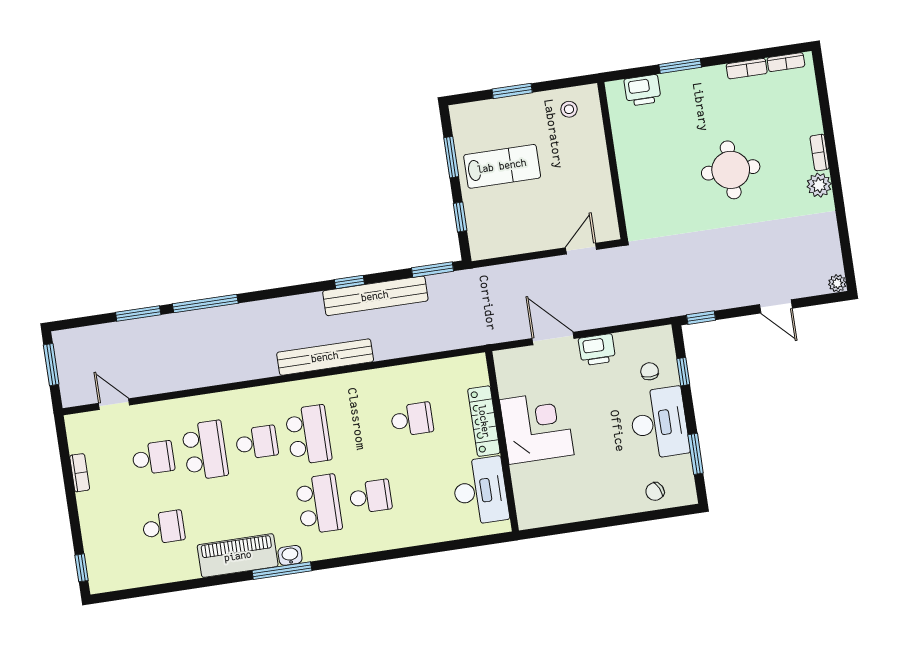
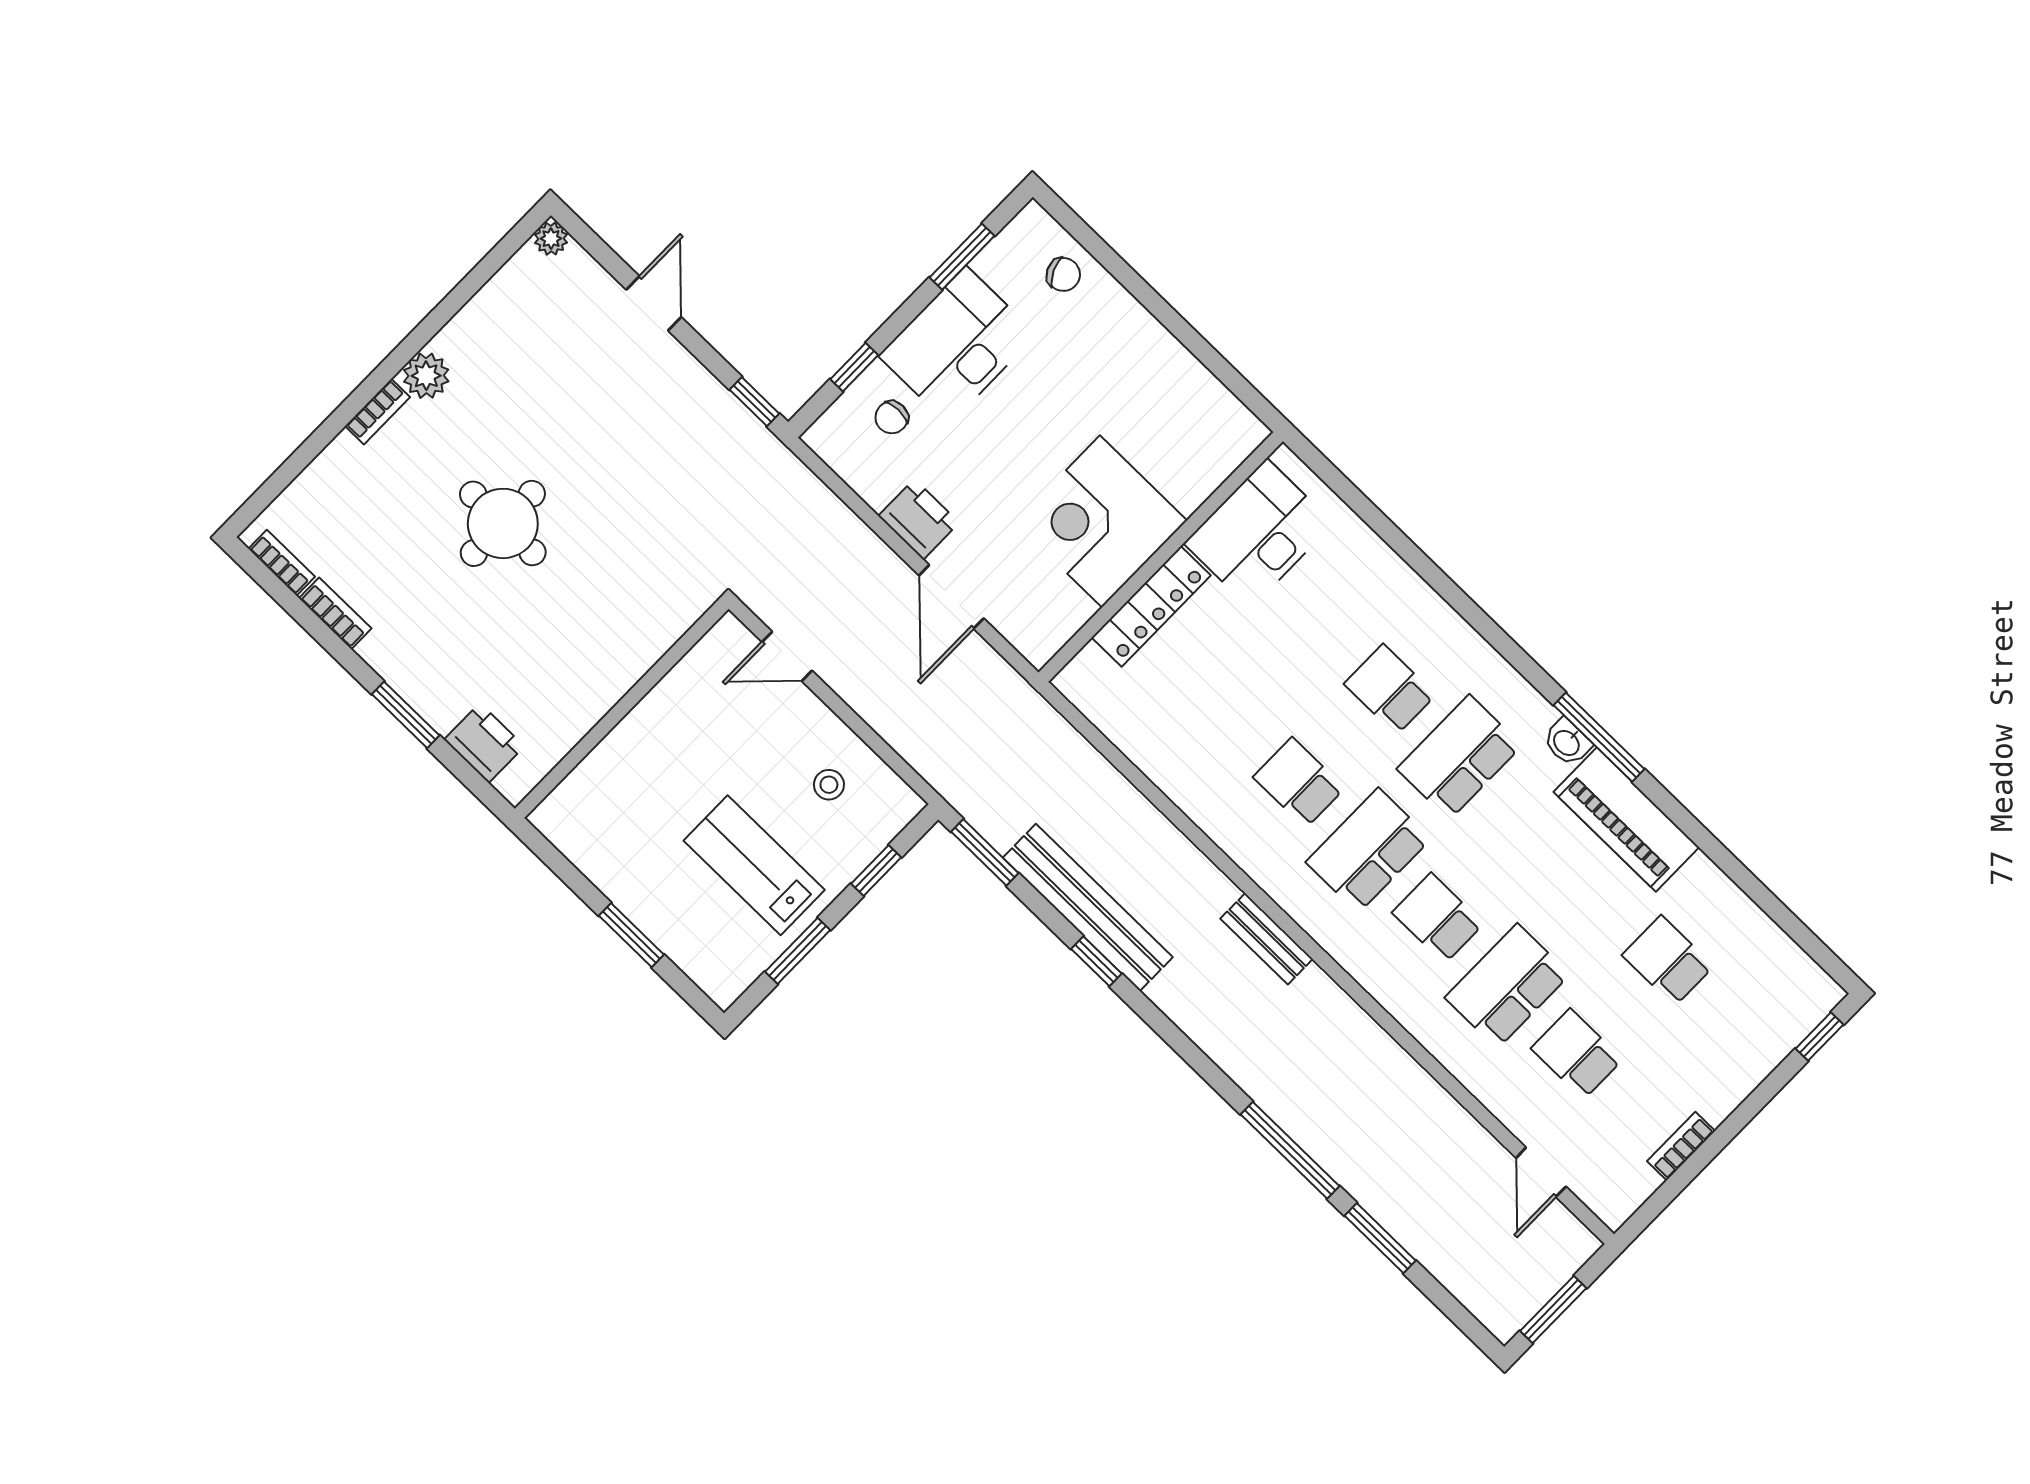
stool: (569, 109) -> (829, 785), moved
bench: (325, 357) -> (1267, 939), width x0.54, depth x0.82
school desk: (412, 419) -> (1299, 783), moved

